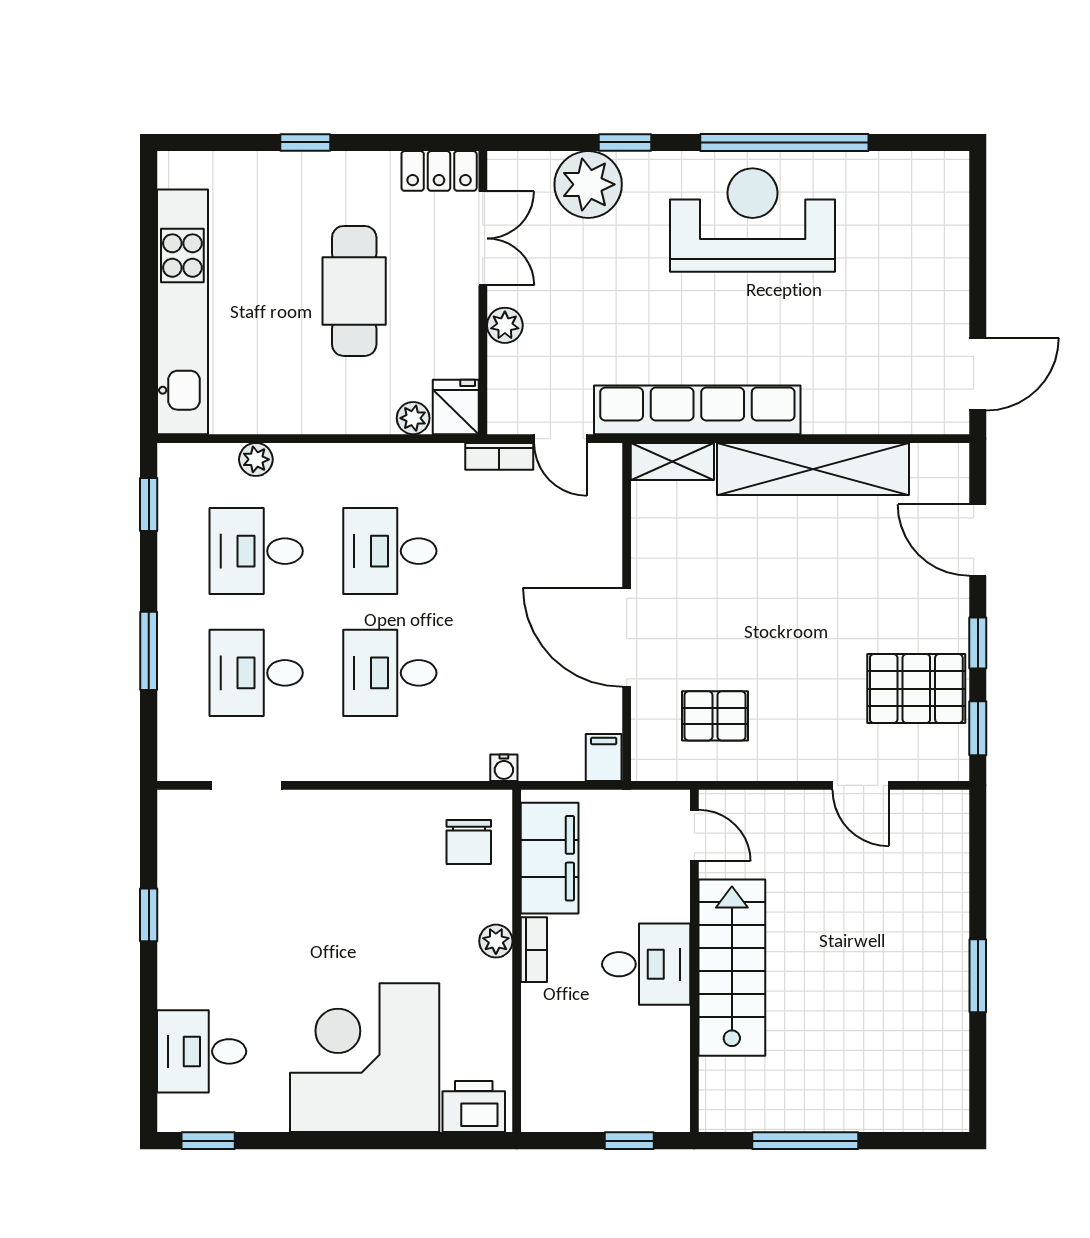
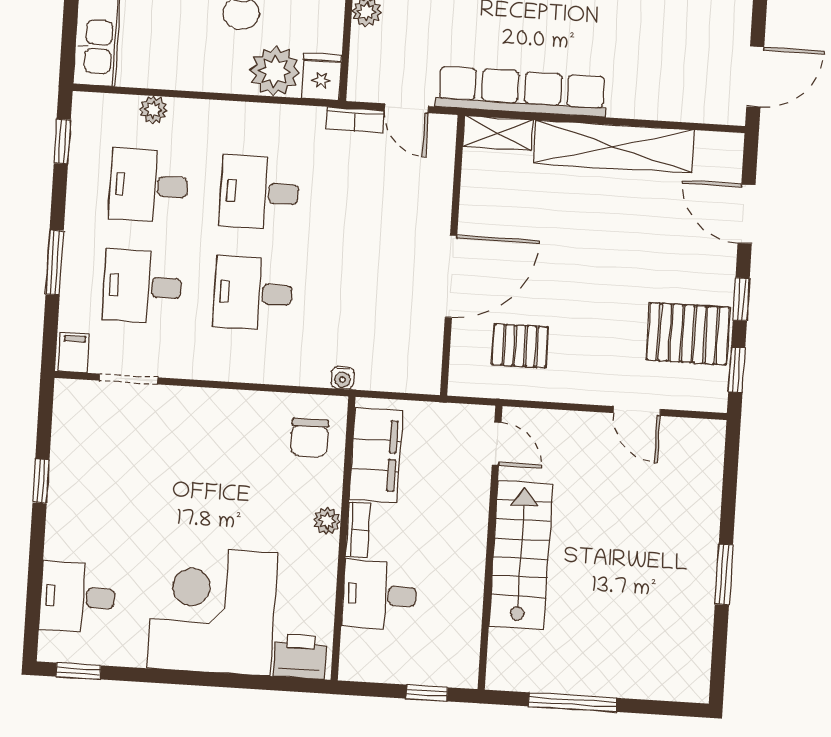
plant: (413, 418) -> (275, 71), width x1.88, depth x1.88
door: (627, 637) -> (451, 276), swing flipped
filing cabinet: (604, 758) -> (74, 352), moved
desk: (646, 964) -> (380, 595), moved, turned 180

